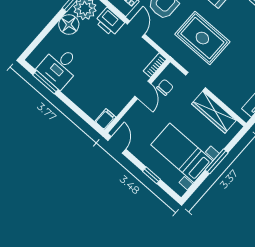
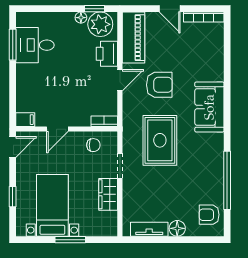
floor lamp: (69, 25) -> (81, 18), width x0.53, depth x0.53
door: (143, 90) -> (57, 129), moved
wardrobe: (214, 112) -> (108, 194), width x0.67

